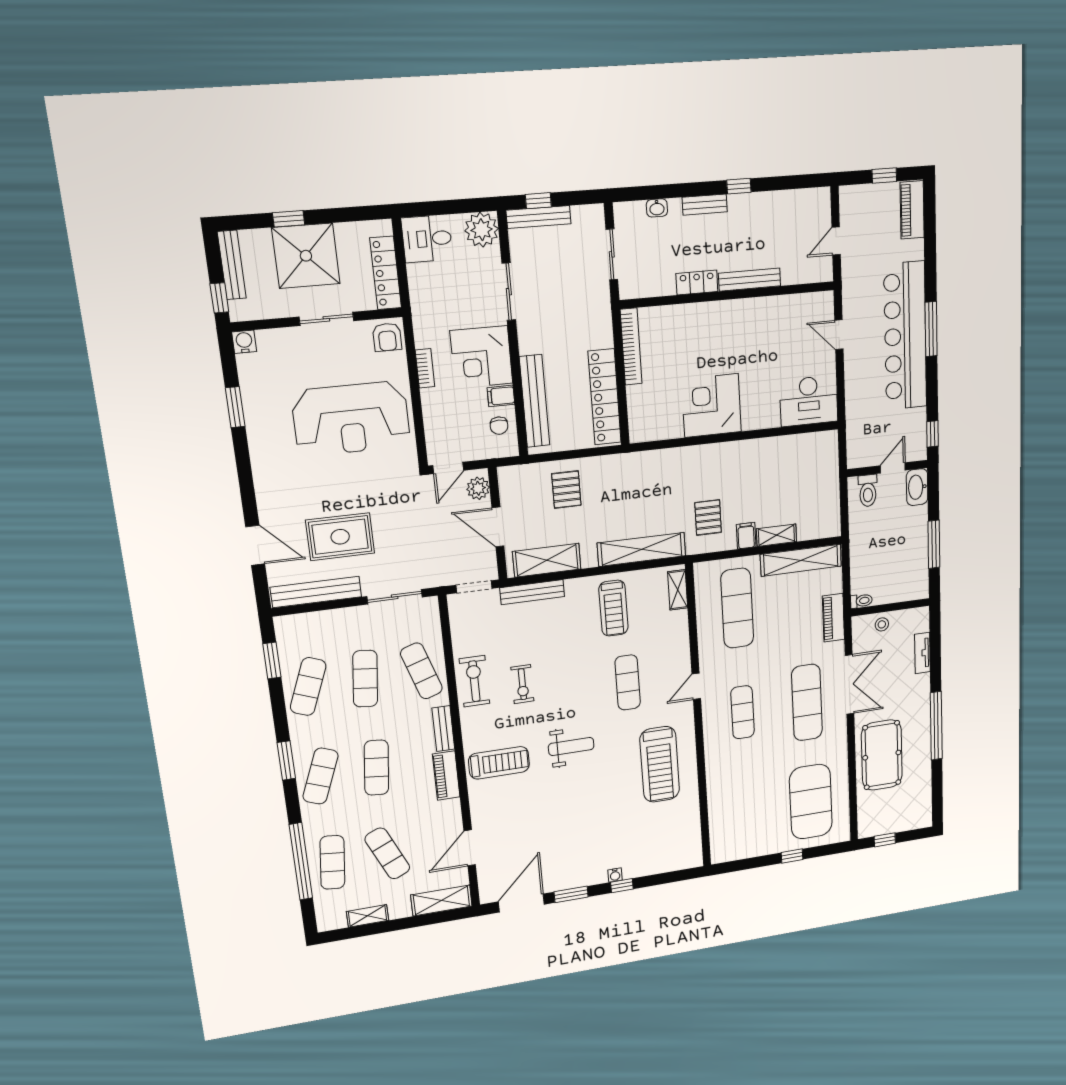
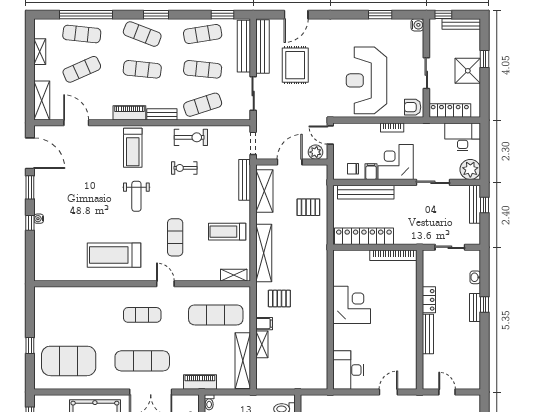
window: (739, 186) -> (484, 305), moved
desk: (427, 239) -> (463, 137), width x1.37
shower: (306, 256) -> (468, 71), width x0.73, depth x0.73
bench: (319, 621) -> (244, 46), added
exercise mat: (628, 682) -> (175, 237), turned 90
exercise mat: (308, 687) -> (203, 34), turned -30

